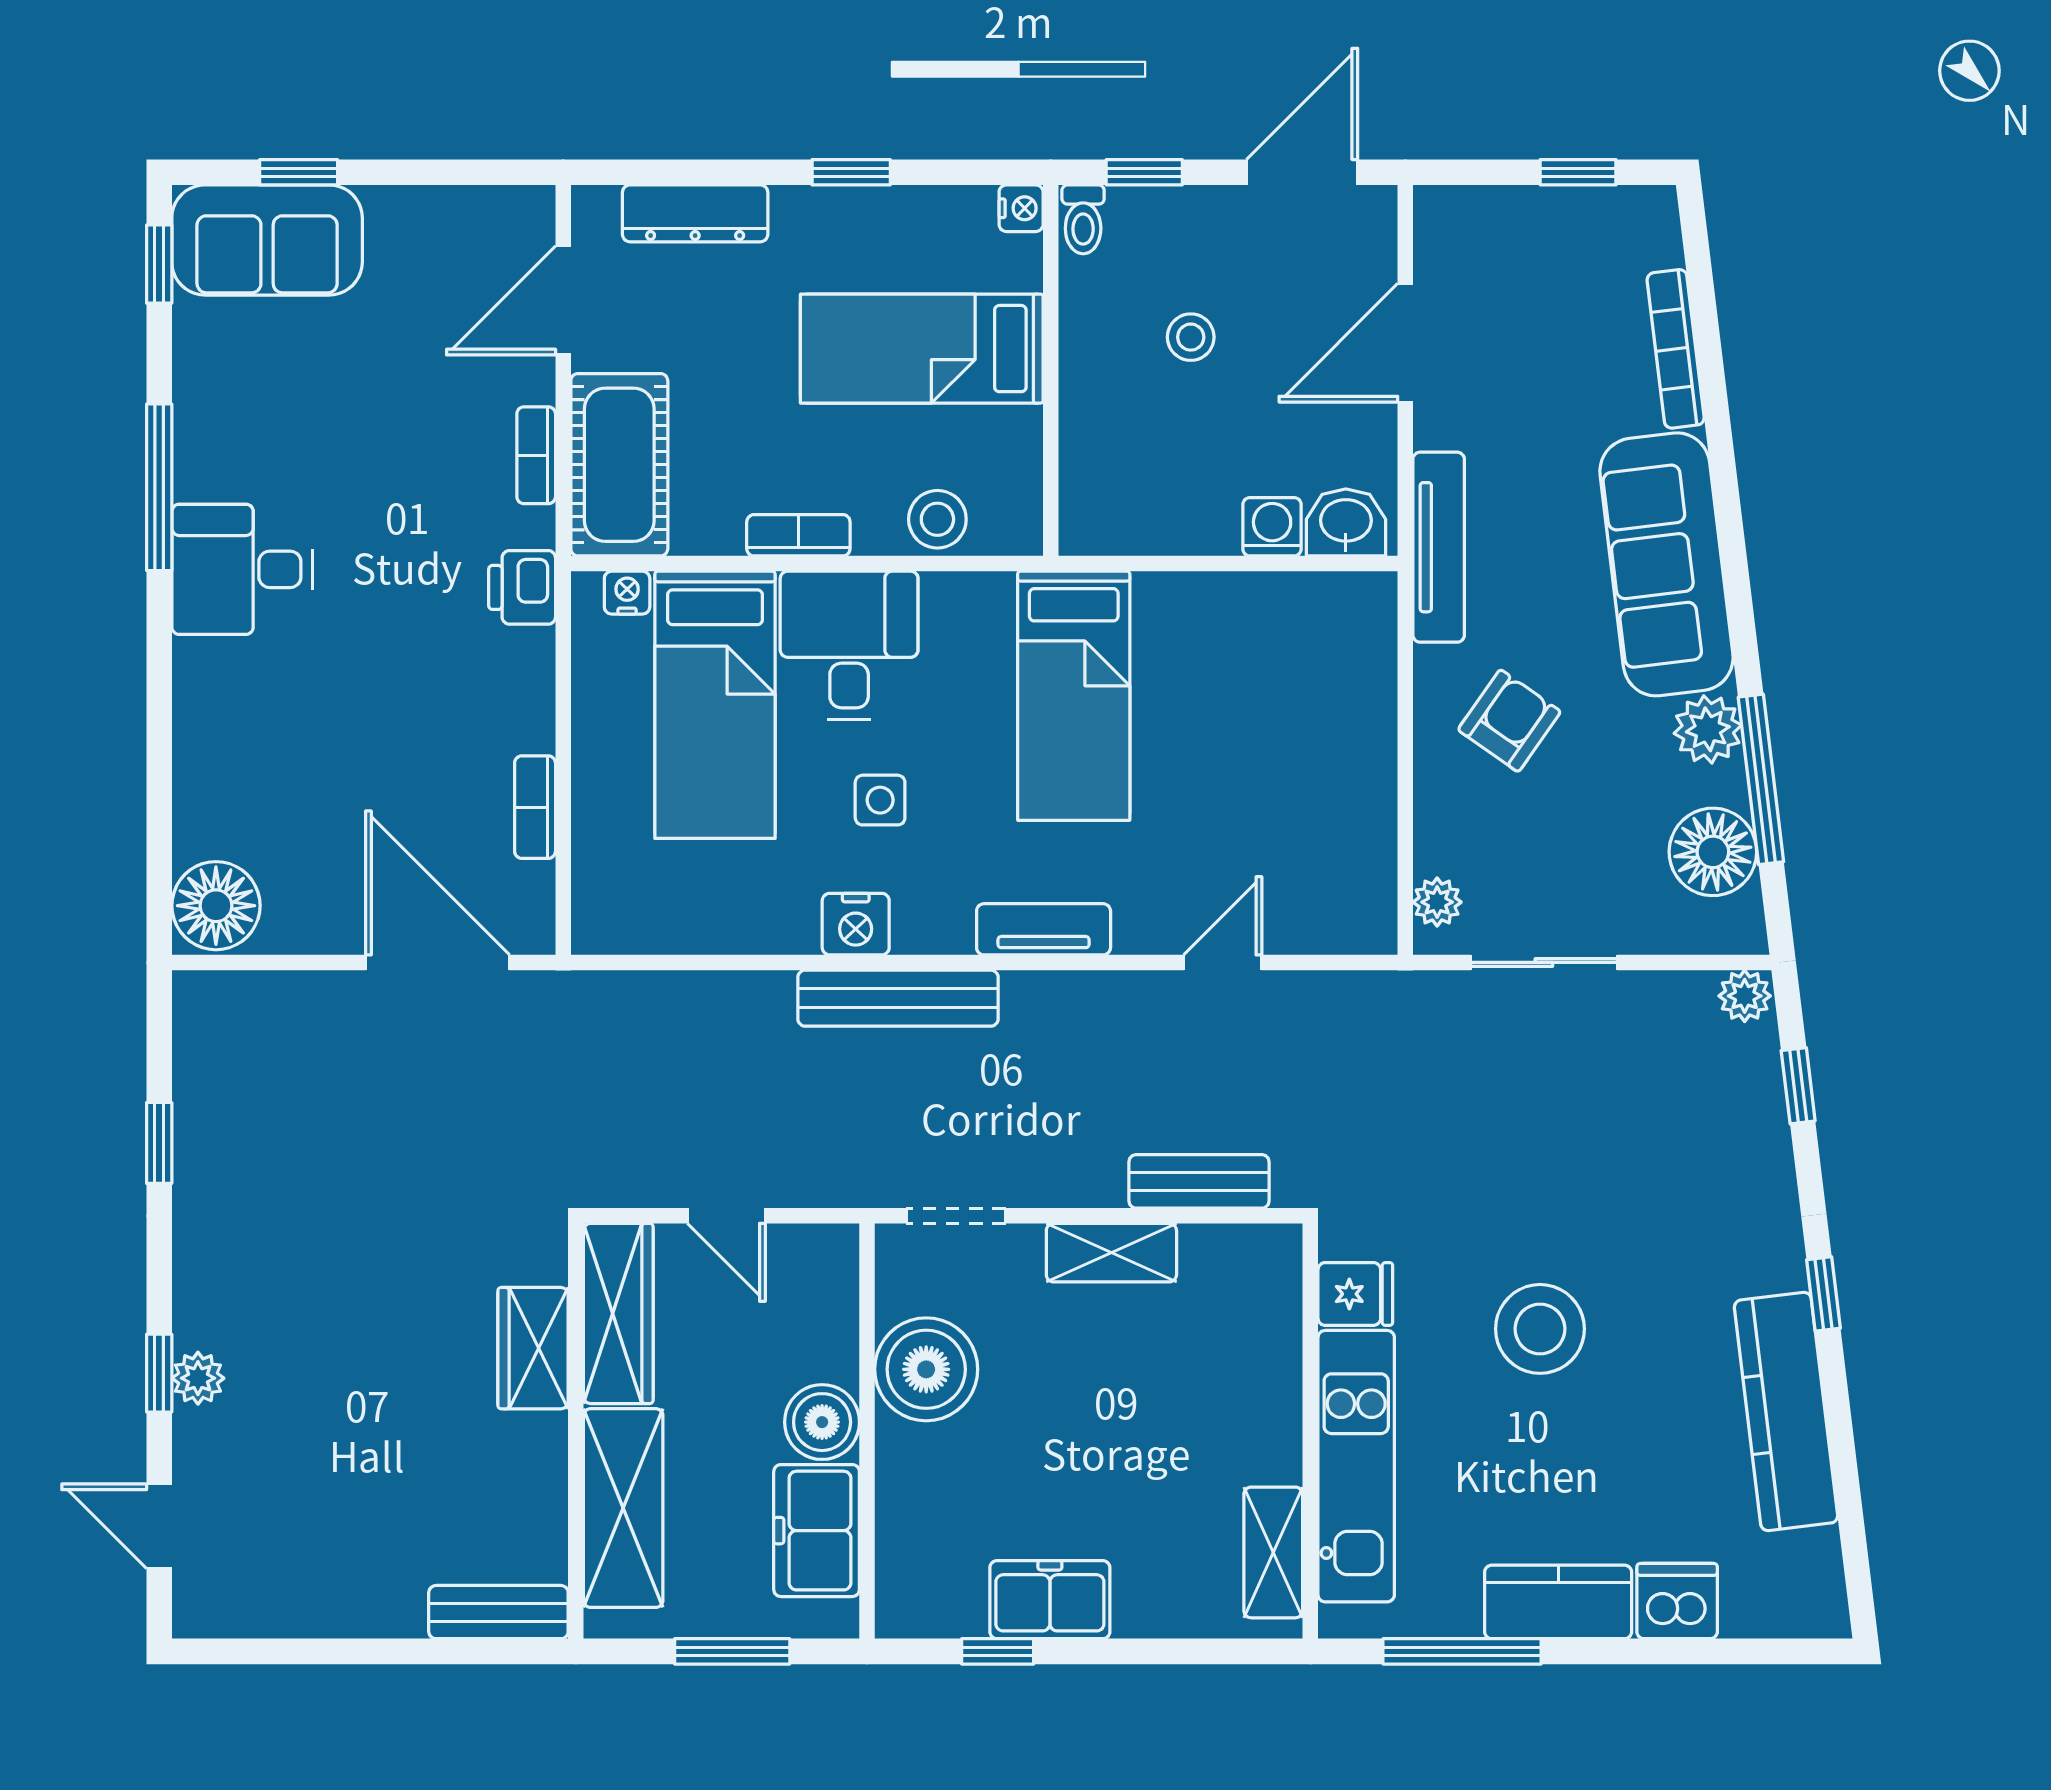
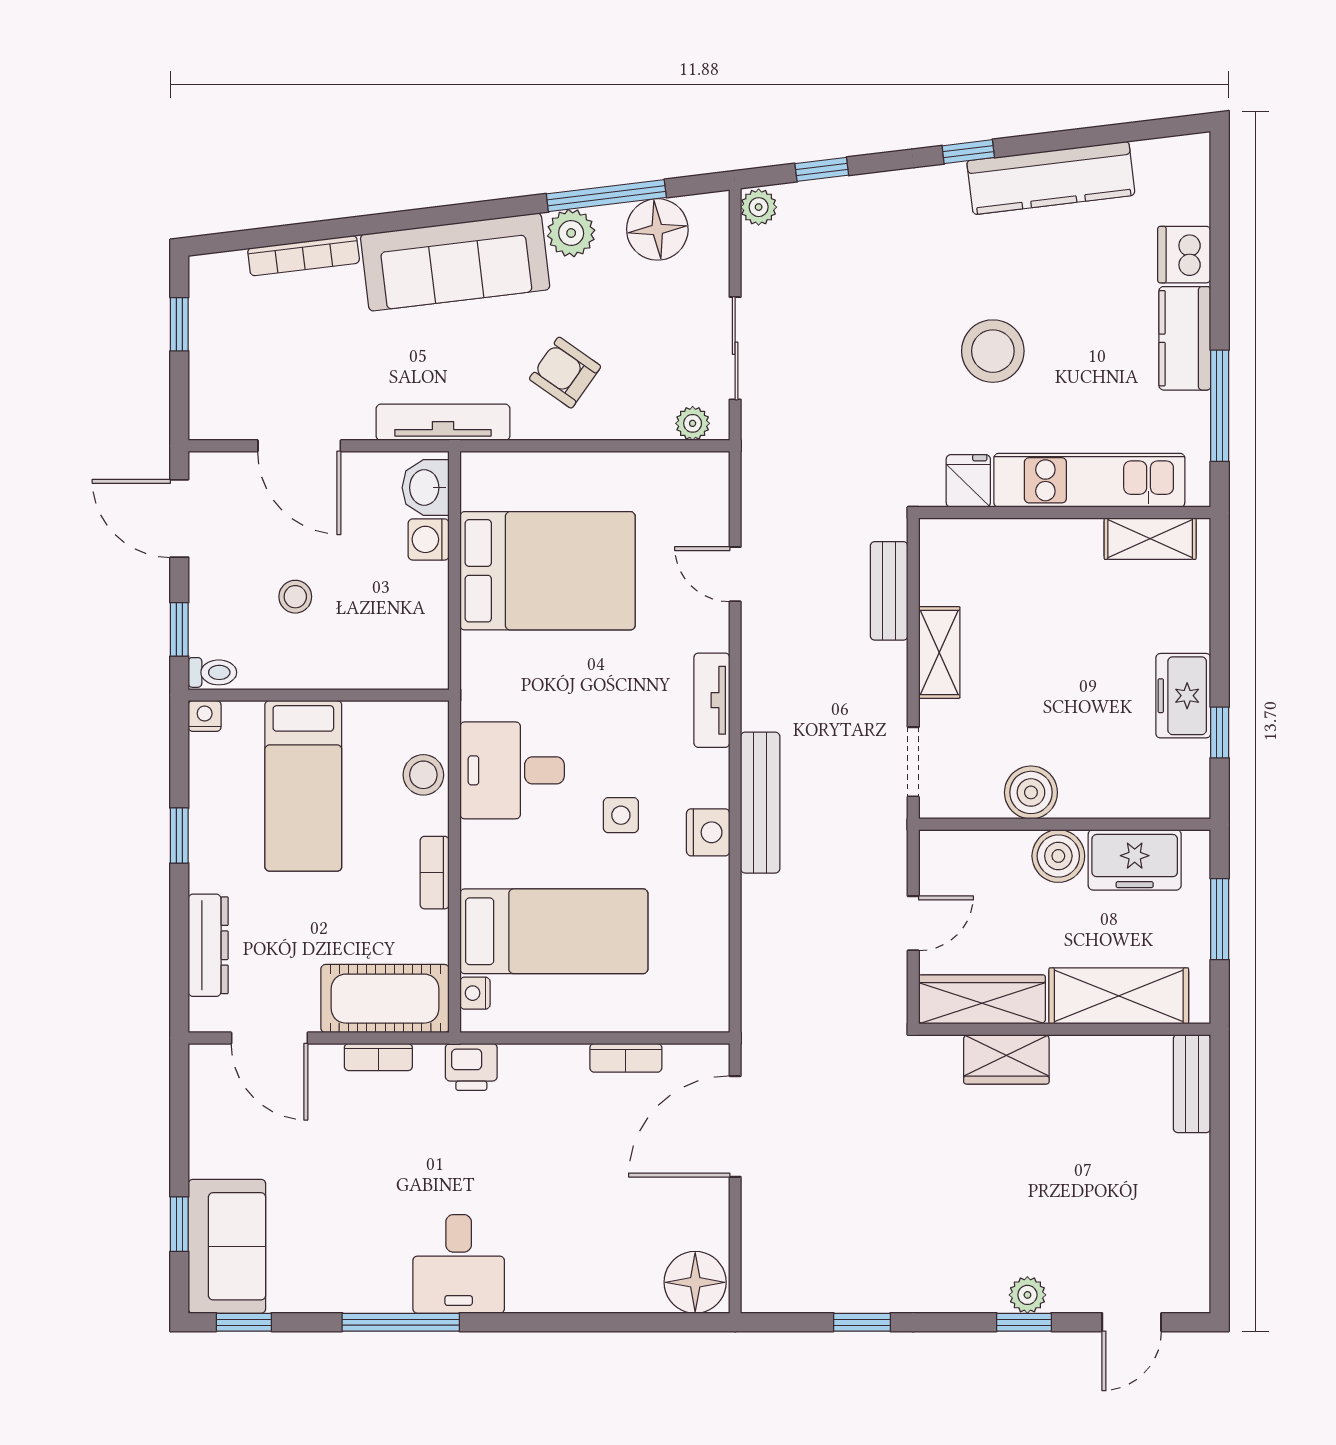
desk: (849, 645) -> (512, 770), moved
bed: (1074, 696) -> (547, 571), moved, width x1.50
boiler: (926, 1369) -> (1031, 792), width x0.73, depth x0.73

